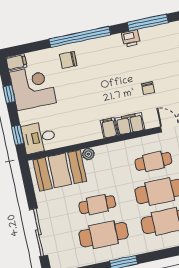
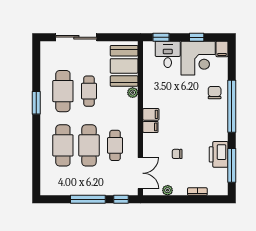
printer: (131, 38) -> (219, 154), width x1.87, depth x1.48
filing cabinet: (130, 124) -> (150, 127), width x0.50
desk: (39, 137) -> (168, 54), moved

